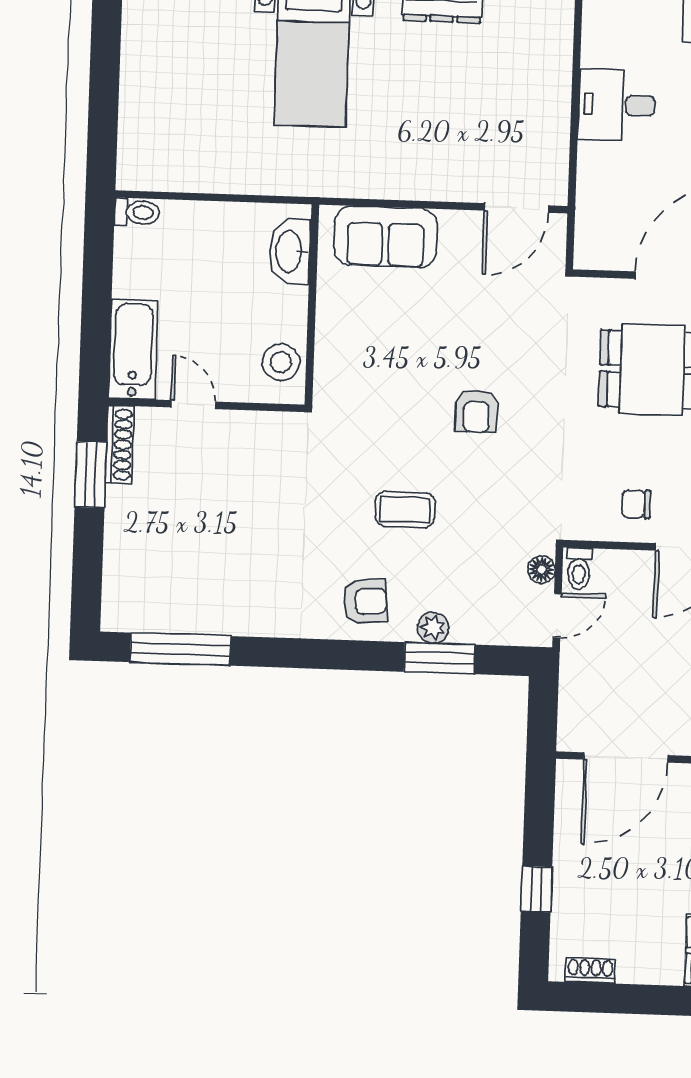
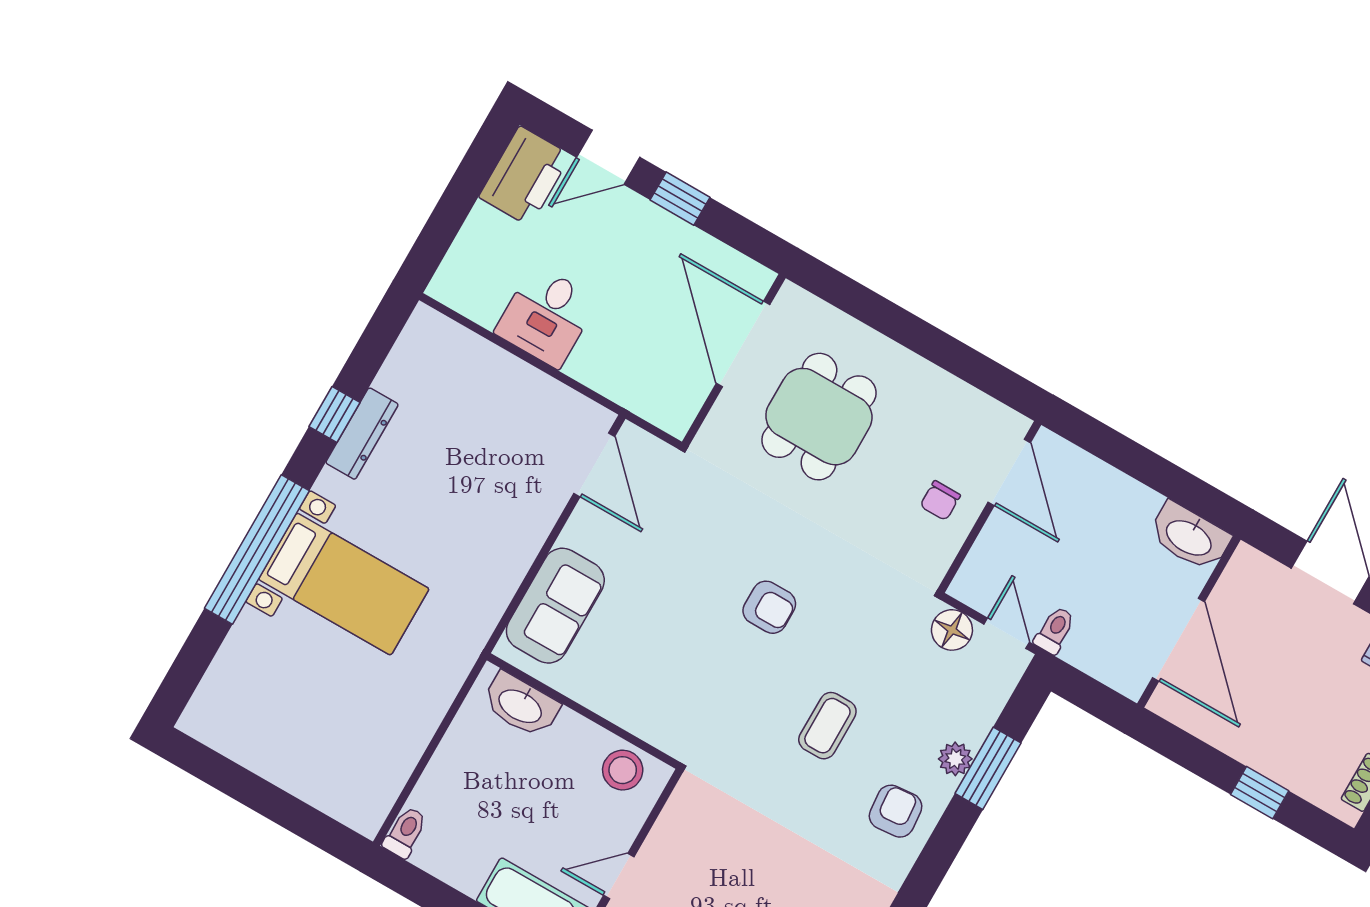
toilet: (579, 569) -> (1055, 630), moved, turned -90
floor lamp: (541, 570) -> (952, 630), width x1.37, depth x1.37

